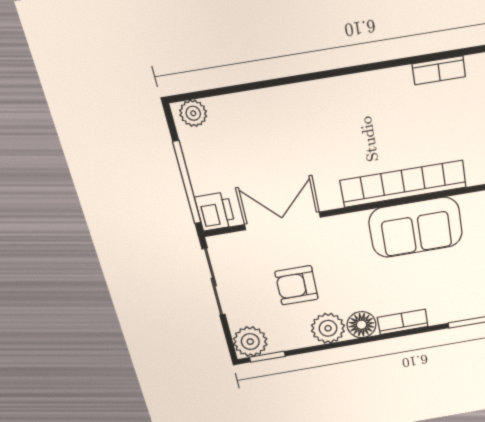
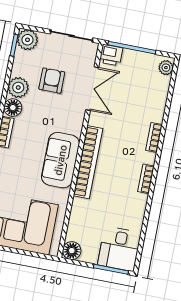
bookcase: (439, 70) -> (146, 179), moved
bookcase: (321, 90) -> (154, 137), added

